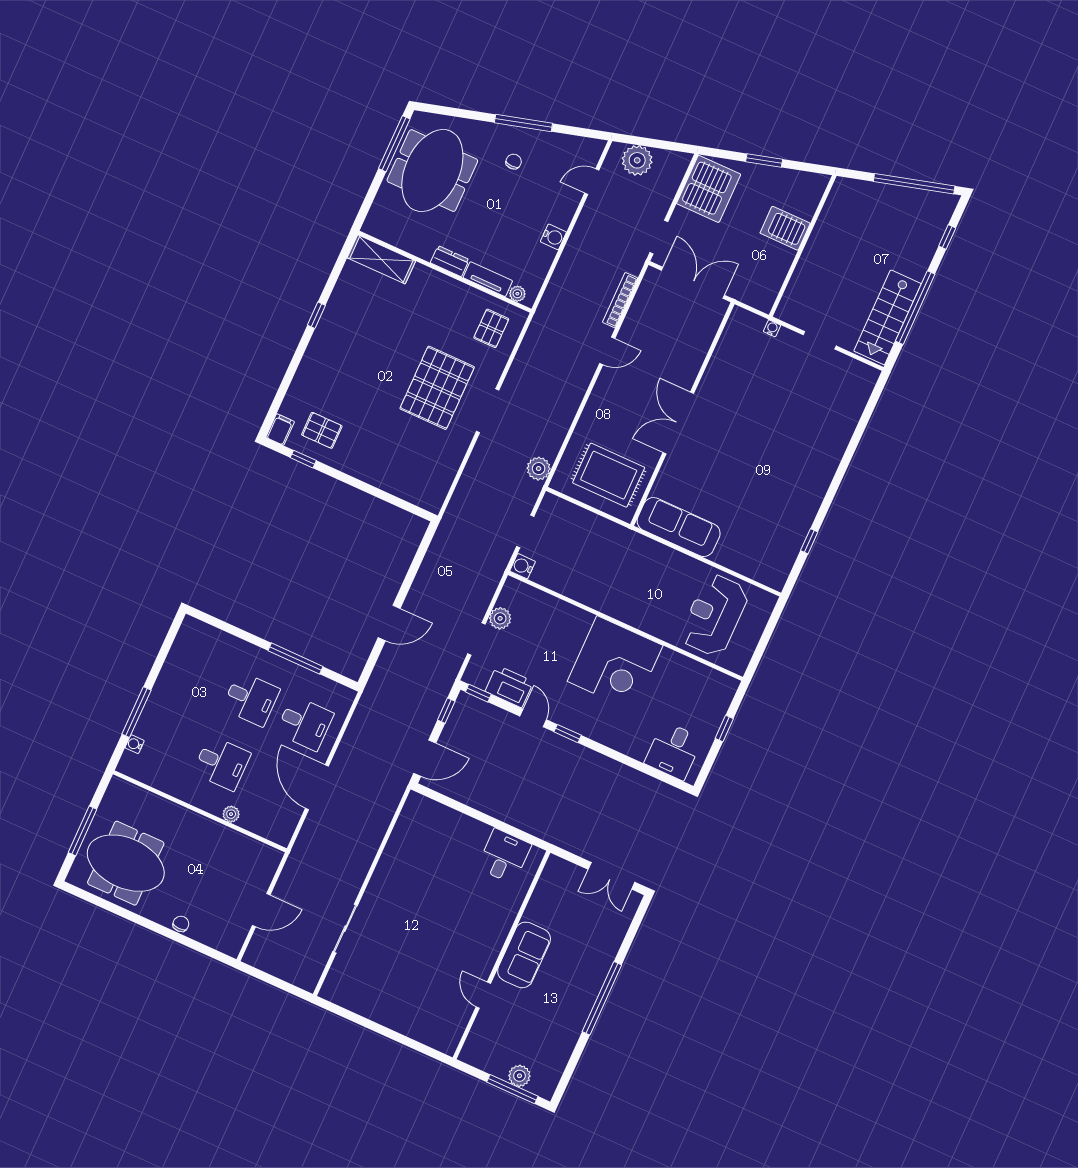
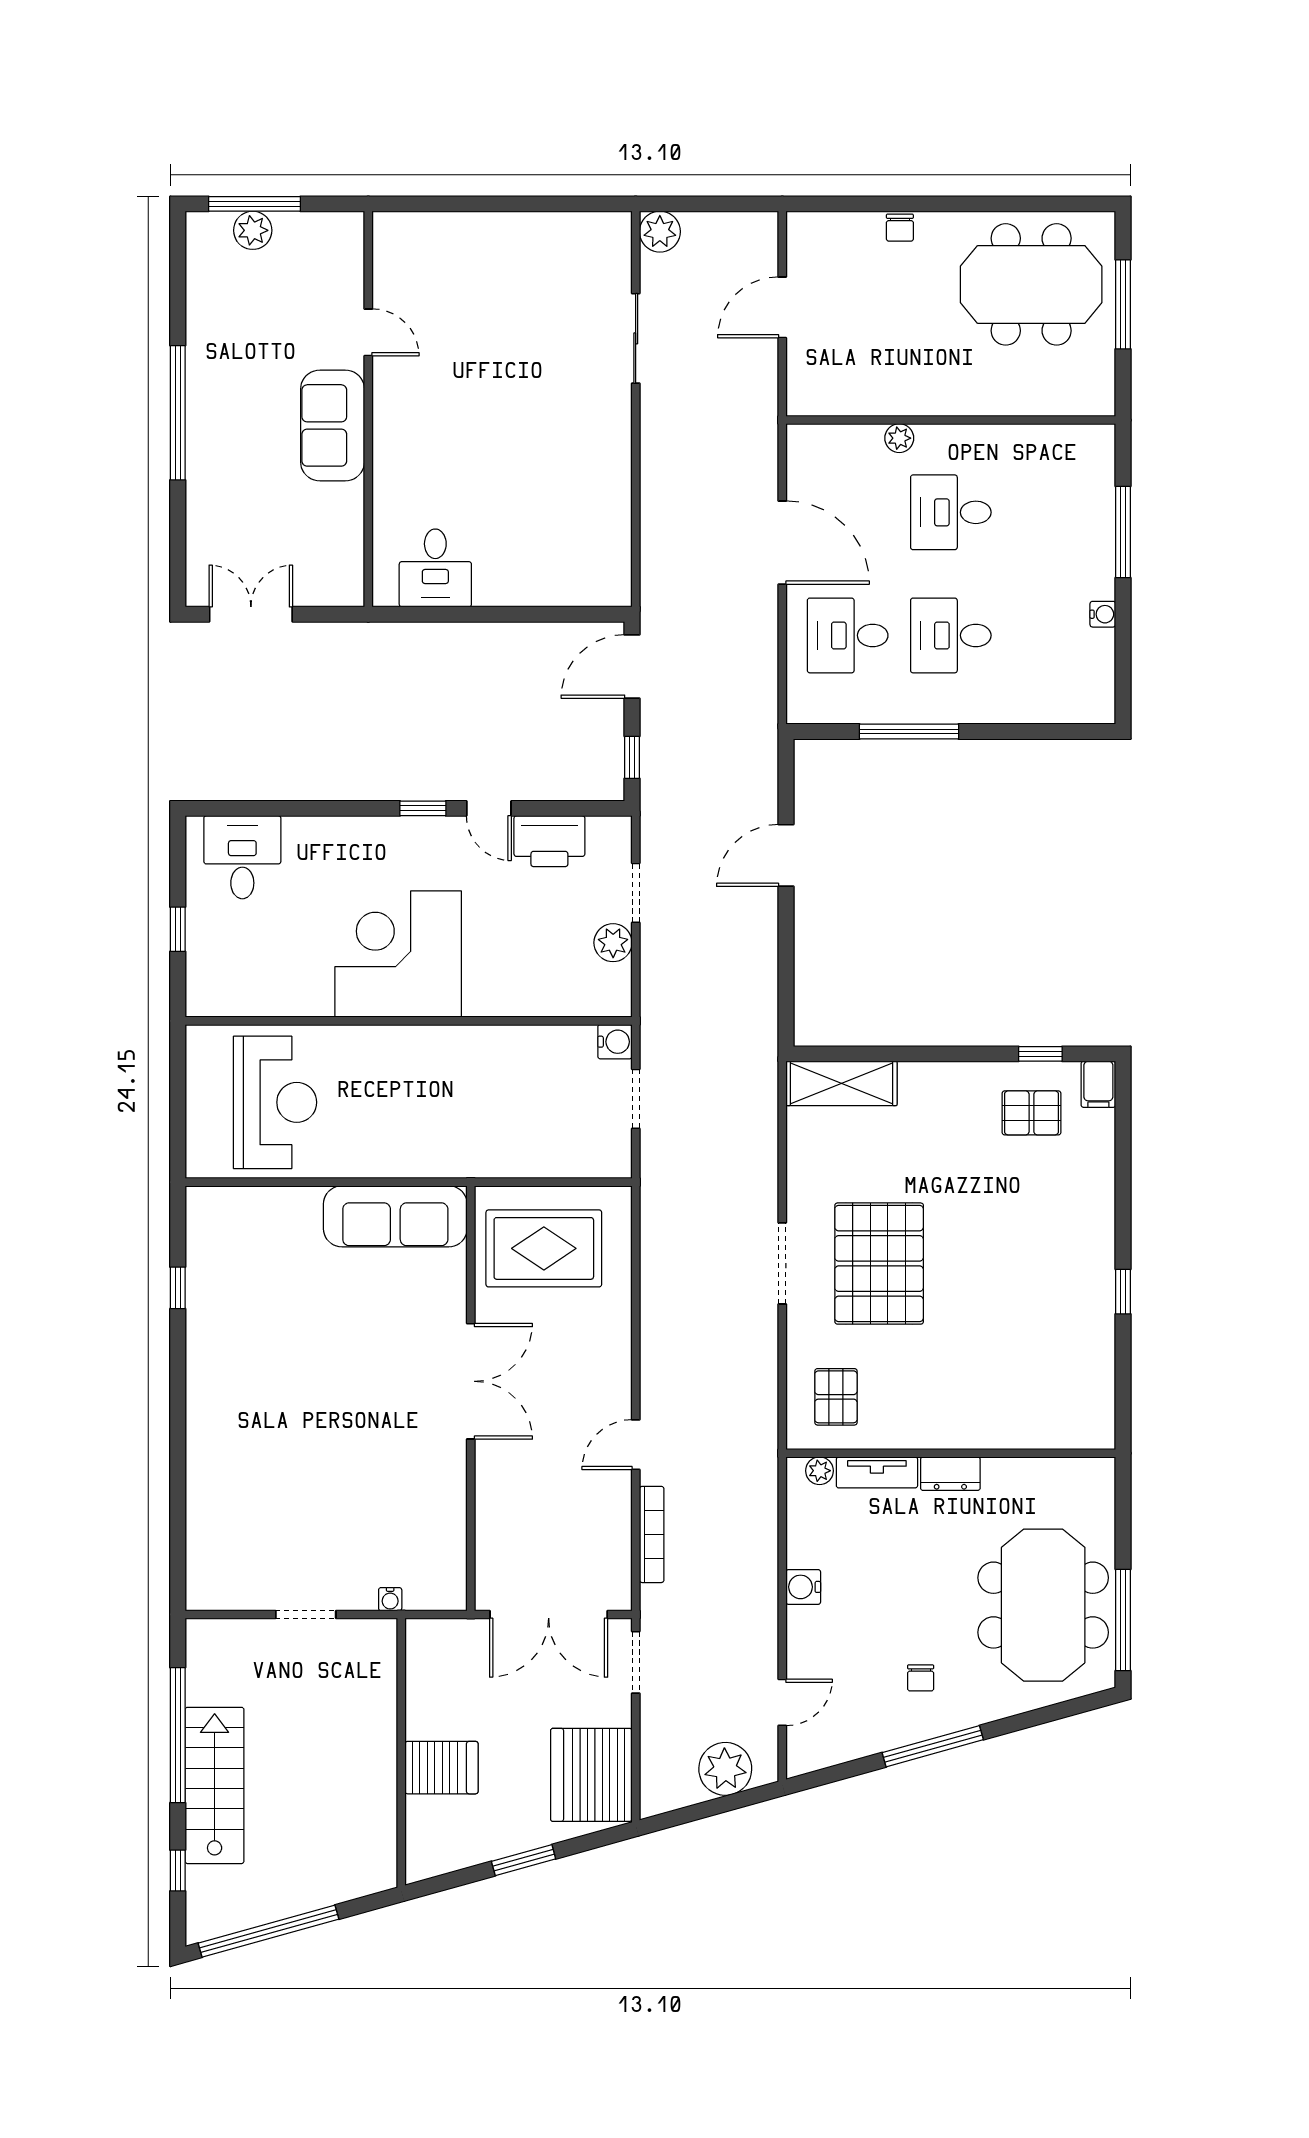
shelving: (381, 259) -> (841, 1083), moved
stairs: (888, 317) -> (215, 1785), moved
plant: (539, 469) -> (660, 232), moved
window: (478, 693) -> (594, 808), removed
water cooler: (135, 744) -> (1103, 614), moved

